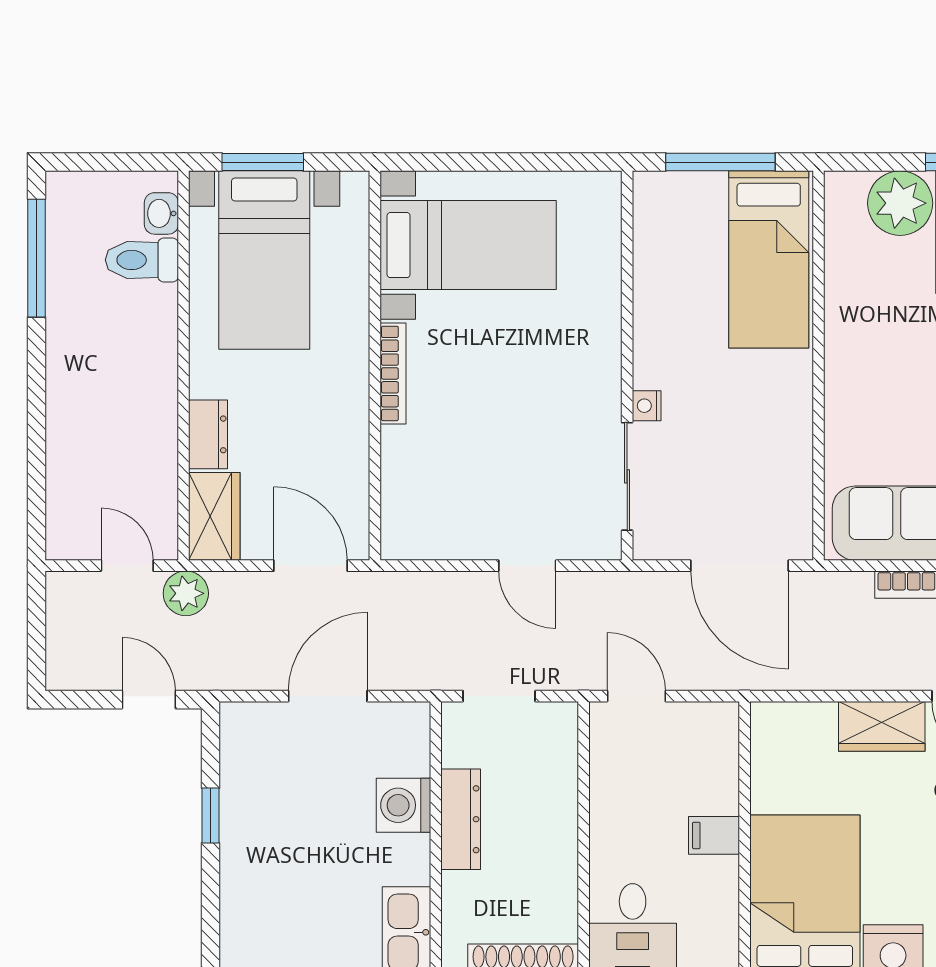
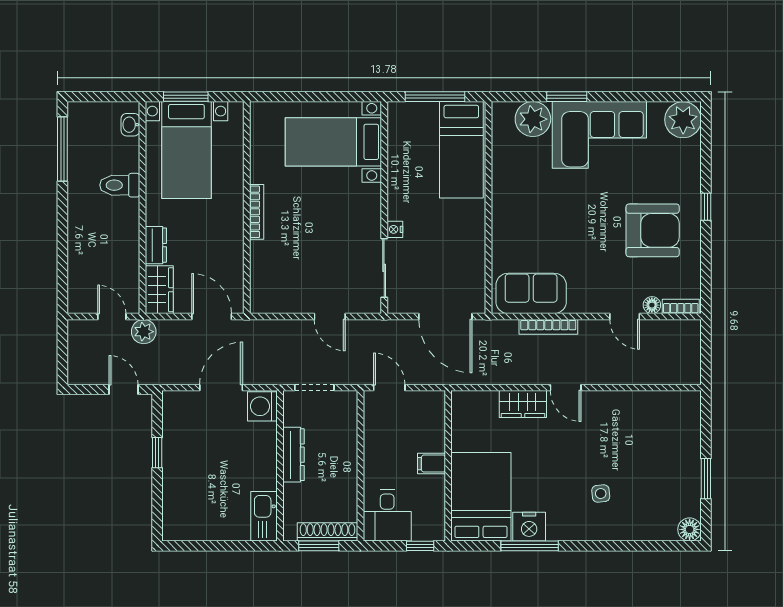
bed with nightstands: (468, 245) -> (333, 142), moved, turned 180
toilet: (142, 260) -> (120, 185), moved
washing machine: (403, 805) -> (262, 406), moved

